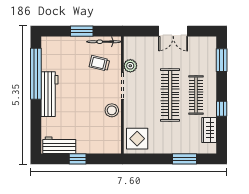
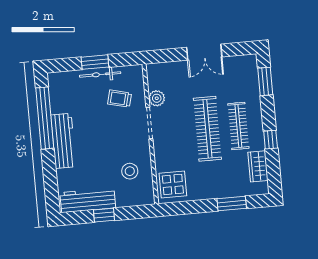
bicycle: (104, 42) -> (100, 74), moved
stool: (112, 110) -> (130, 171), moved
workbench: (59, 145) -> (88, 200), width x1.38

